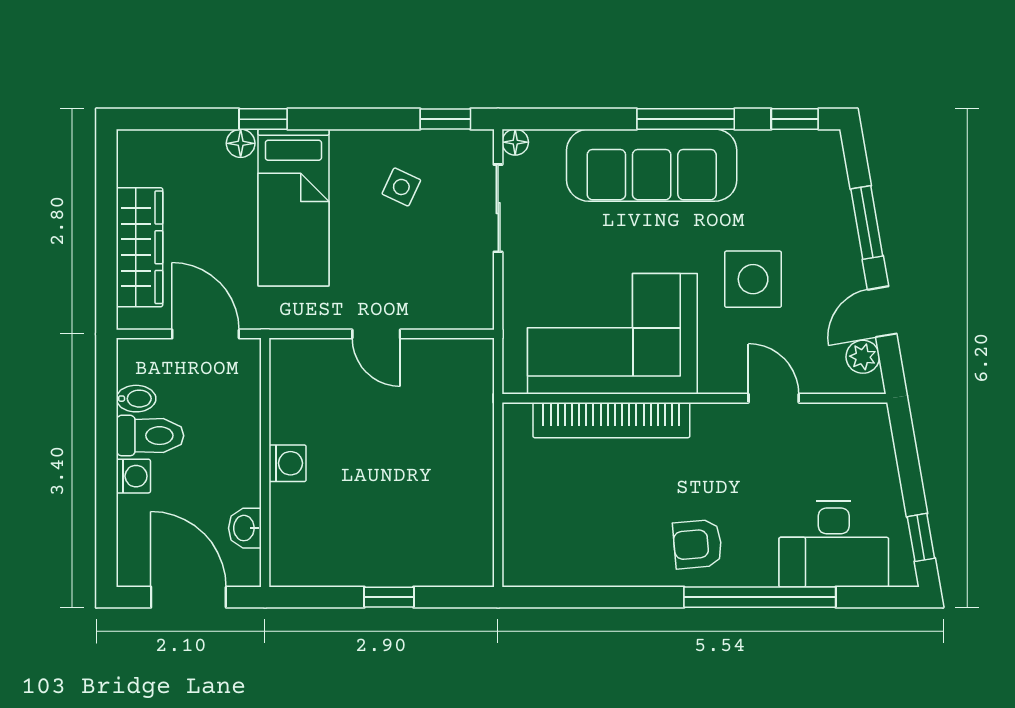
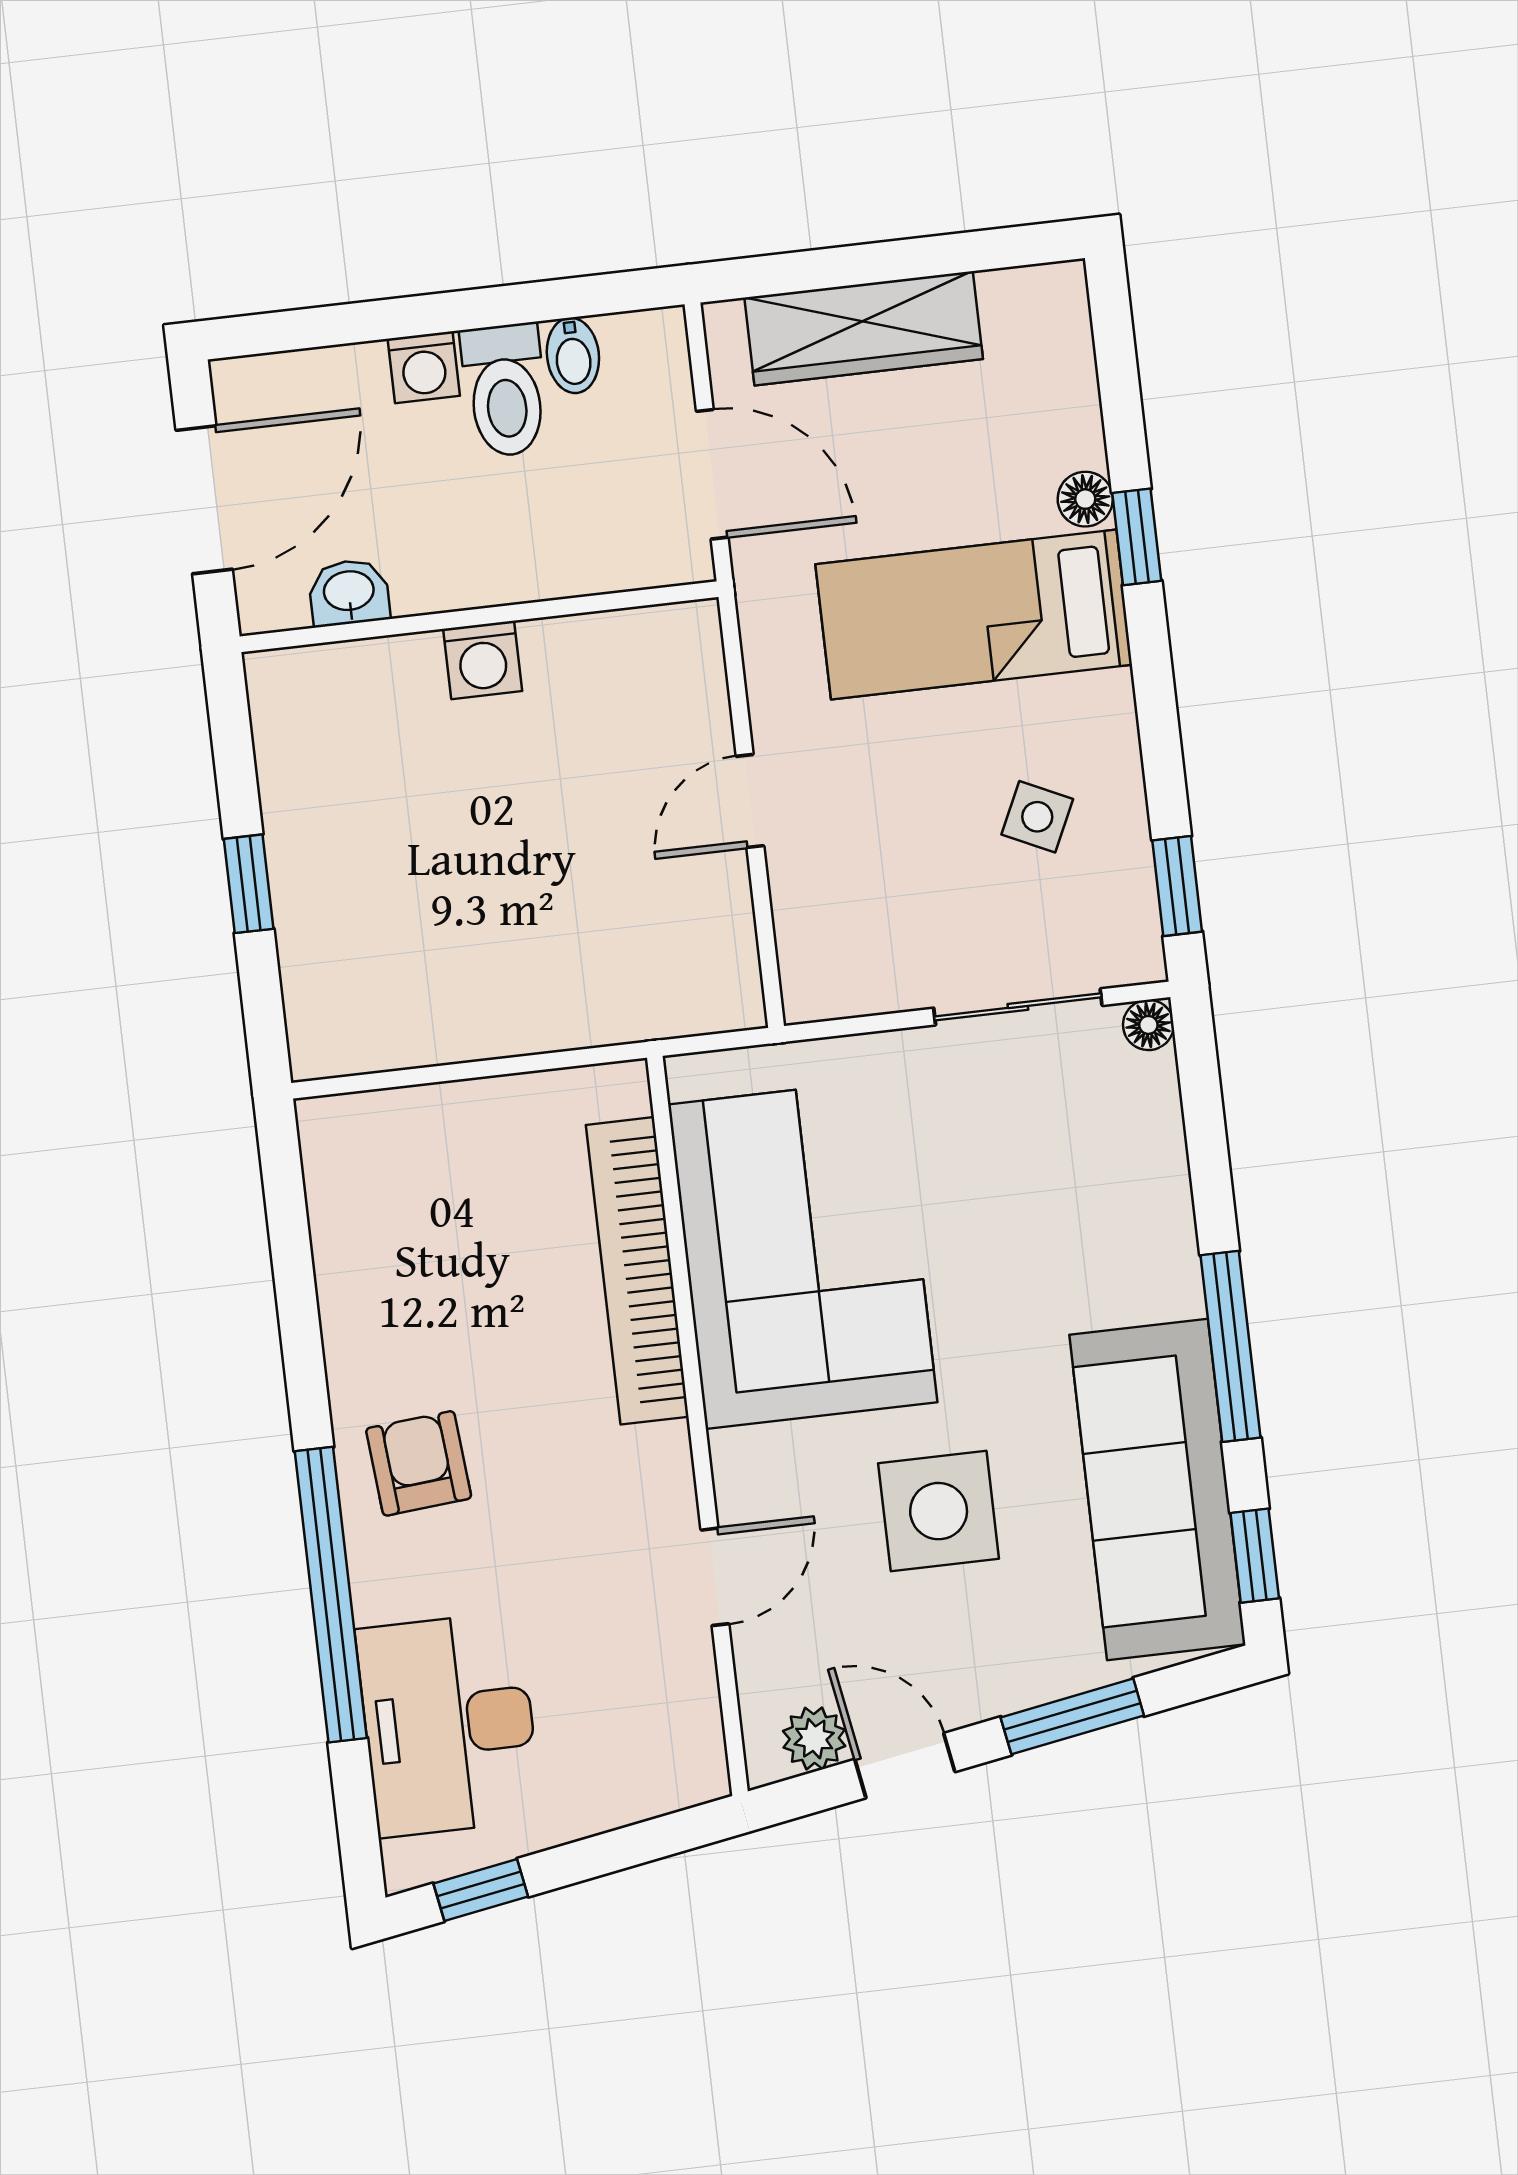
sofa: (652, 165) -> (1157, 1489), moved
door: (206, 334) -> (712, 474), hinge flipped

